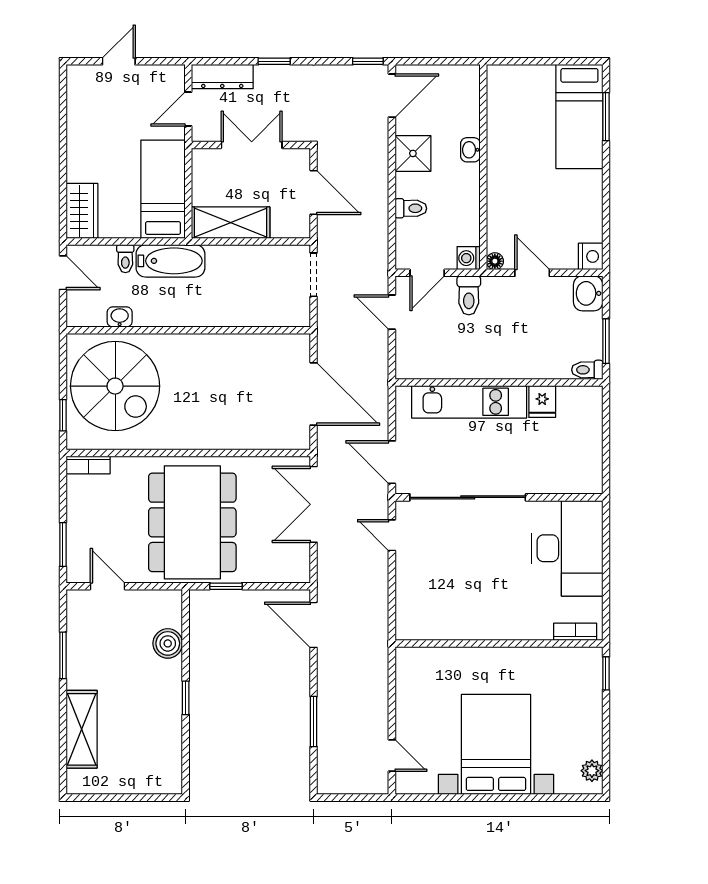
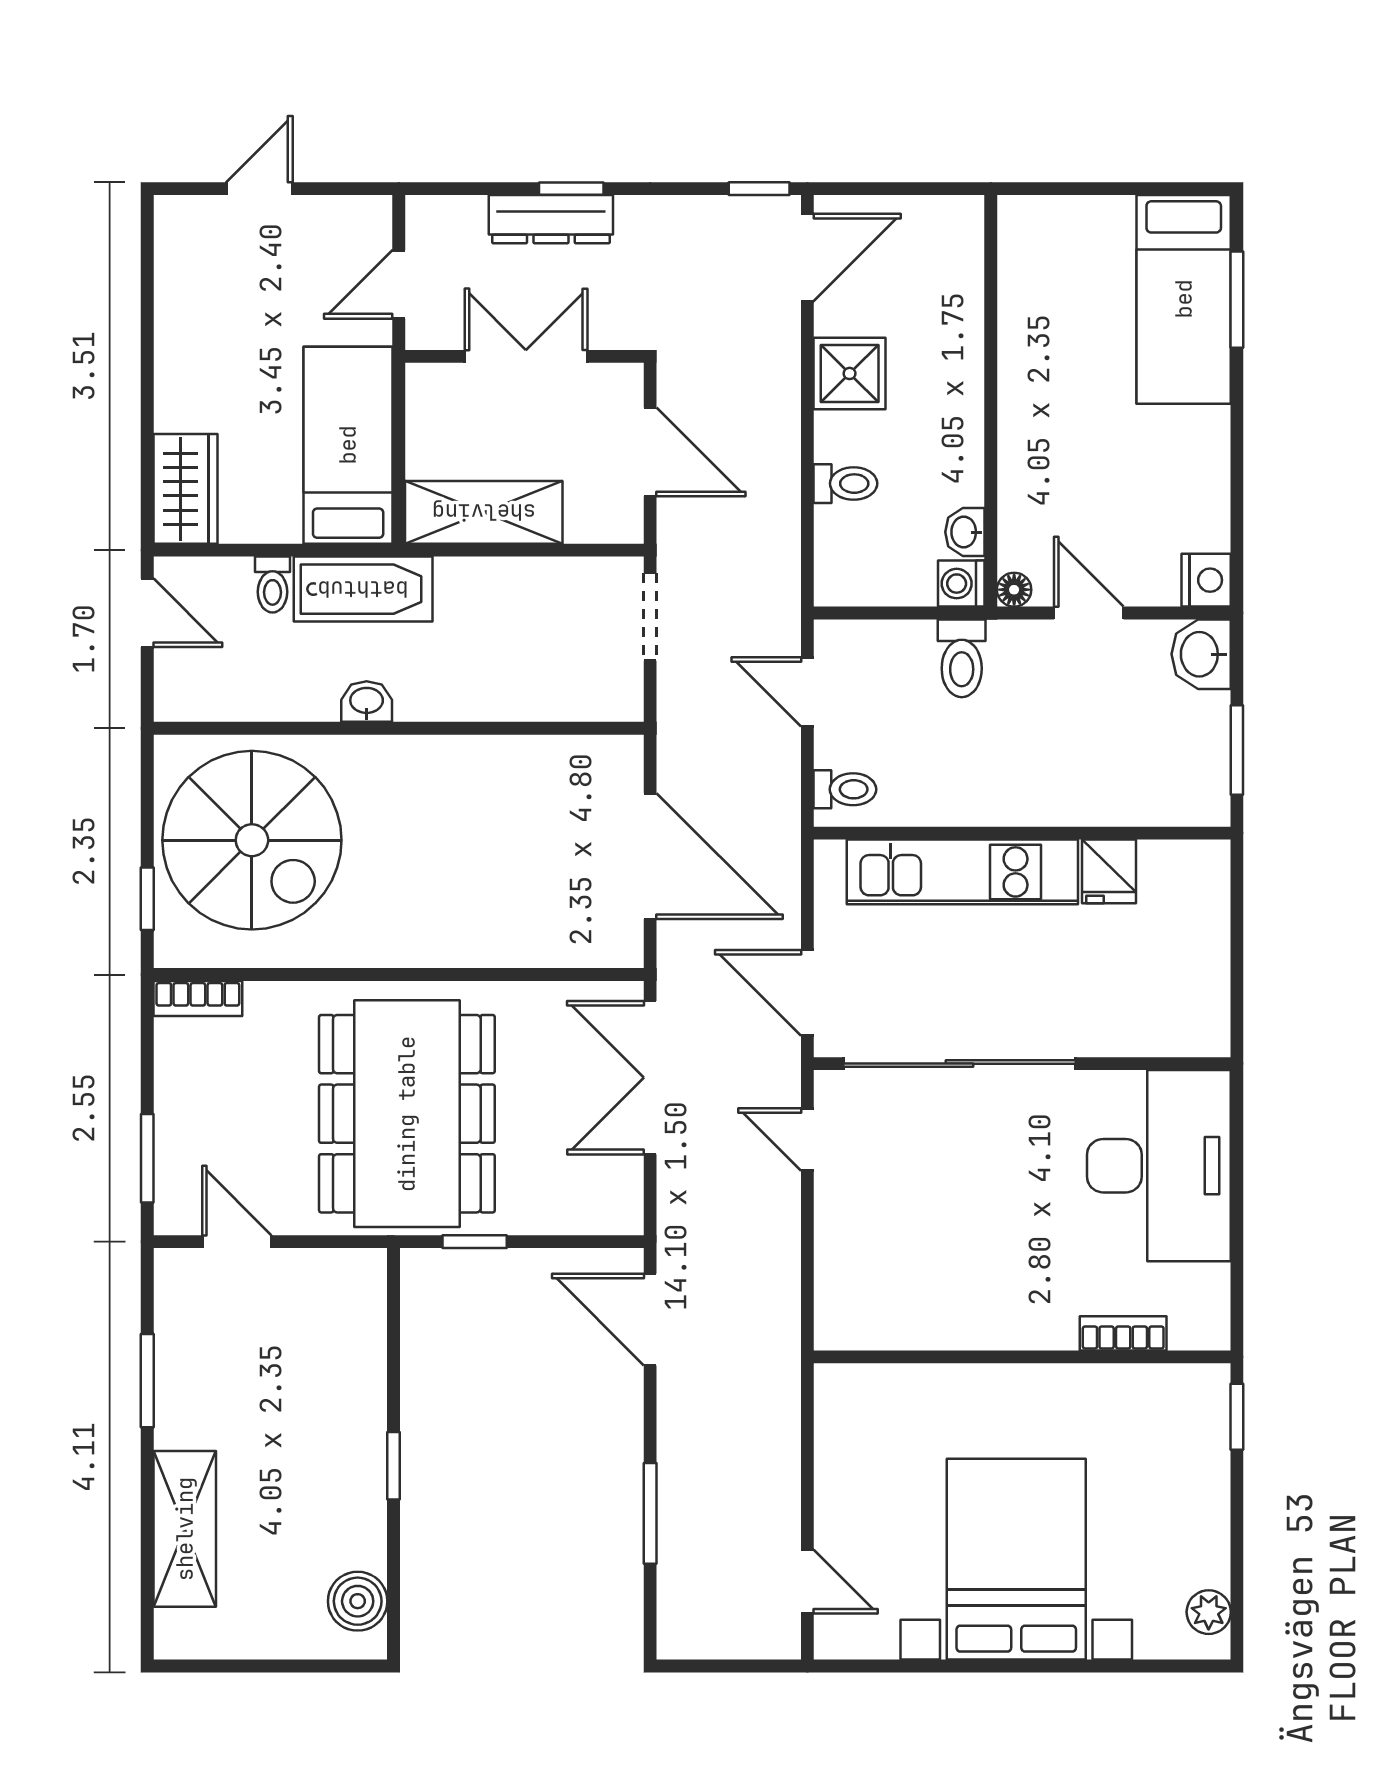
dresser: (222, 77) -> (551, 219), moved
washbasin: (470, 150) -> (965, 532), moved
door: (427, 273) -> (878, 613), removed
washbasin: (120, 317) -> (367, 702), moved
toilet: (587, 370) -> (845, 789), moved, turned 180
bookcase: (575, 632) -> (1123, 1333), moved
boiler: (168, 643) -> (358, 1601), moved

